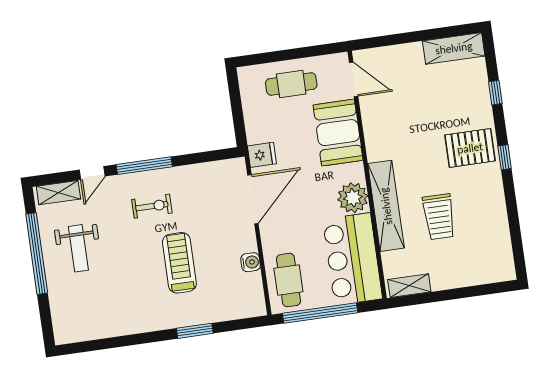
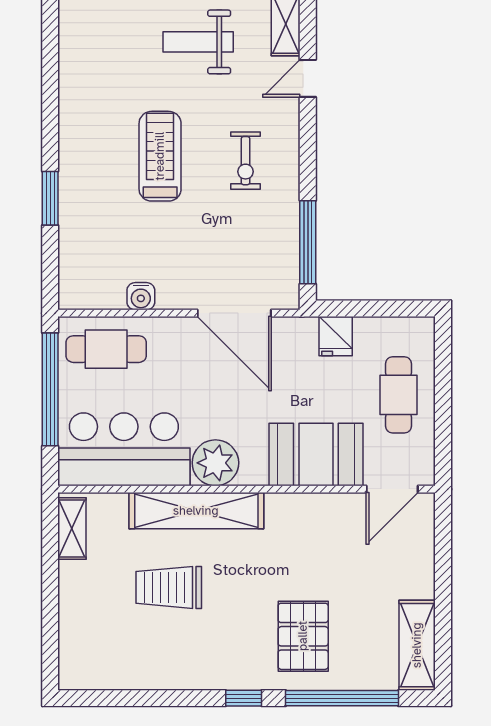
window: (495, 93) -> (342, 698), width x3.17
pallet: (470, 148) -> (303, 636), moved
fridge: (262, 155) -> (336, 336), moved
window: (144, 166) -> (308, 242), moved
door: (92, 173) -> (308, 78), hinge flipped
treadmill: (179, 263) -> (160, 156), moved, turned -90

